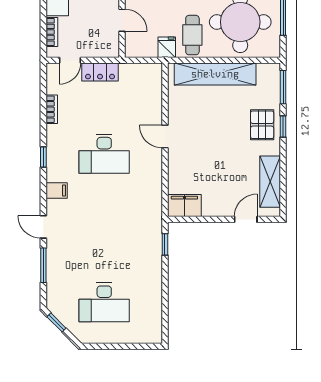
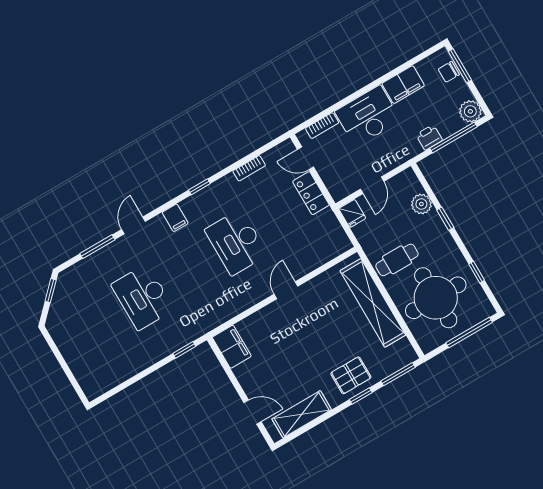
fridge: (167, 47) -> (352, 213), moved, turned 90
desk: (104, 302) -> (143, 297), moved

